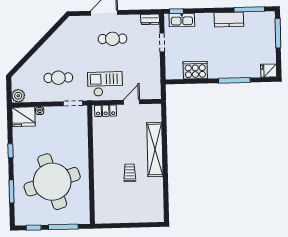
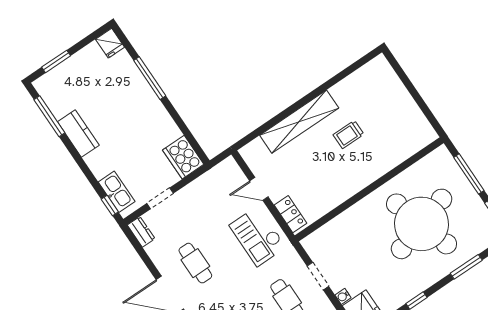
window: (278, 33) -> (56, 61), width x0.69
cooker: (195, 70) -> (183, 157), moved
doorway: (73, 103) -> (318, 276), moved

